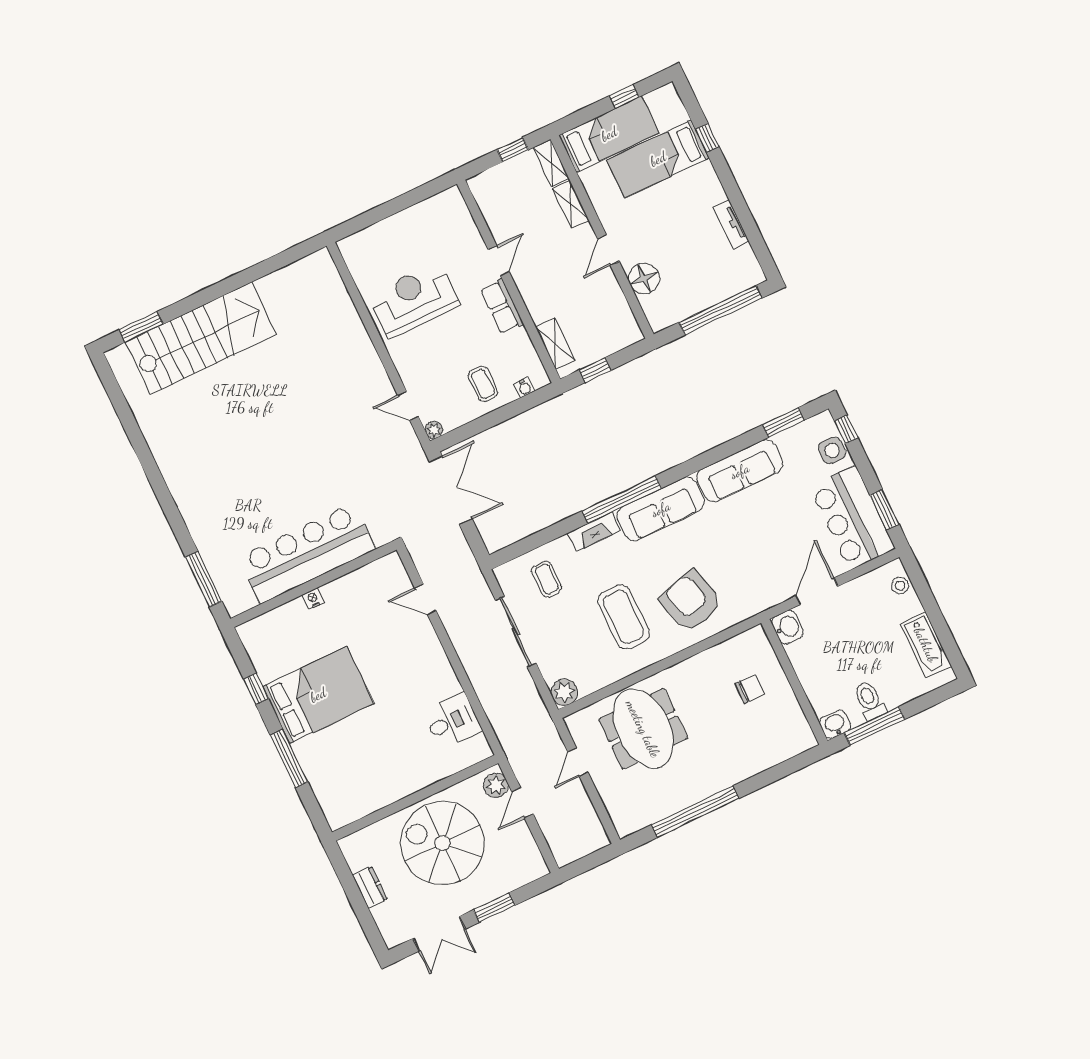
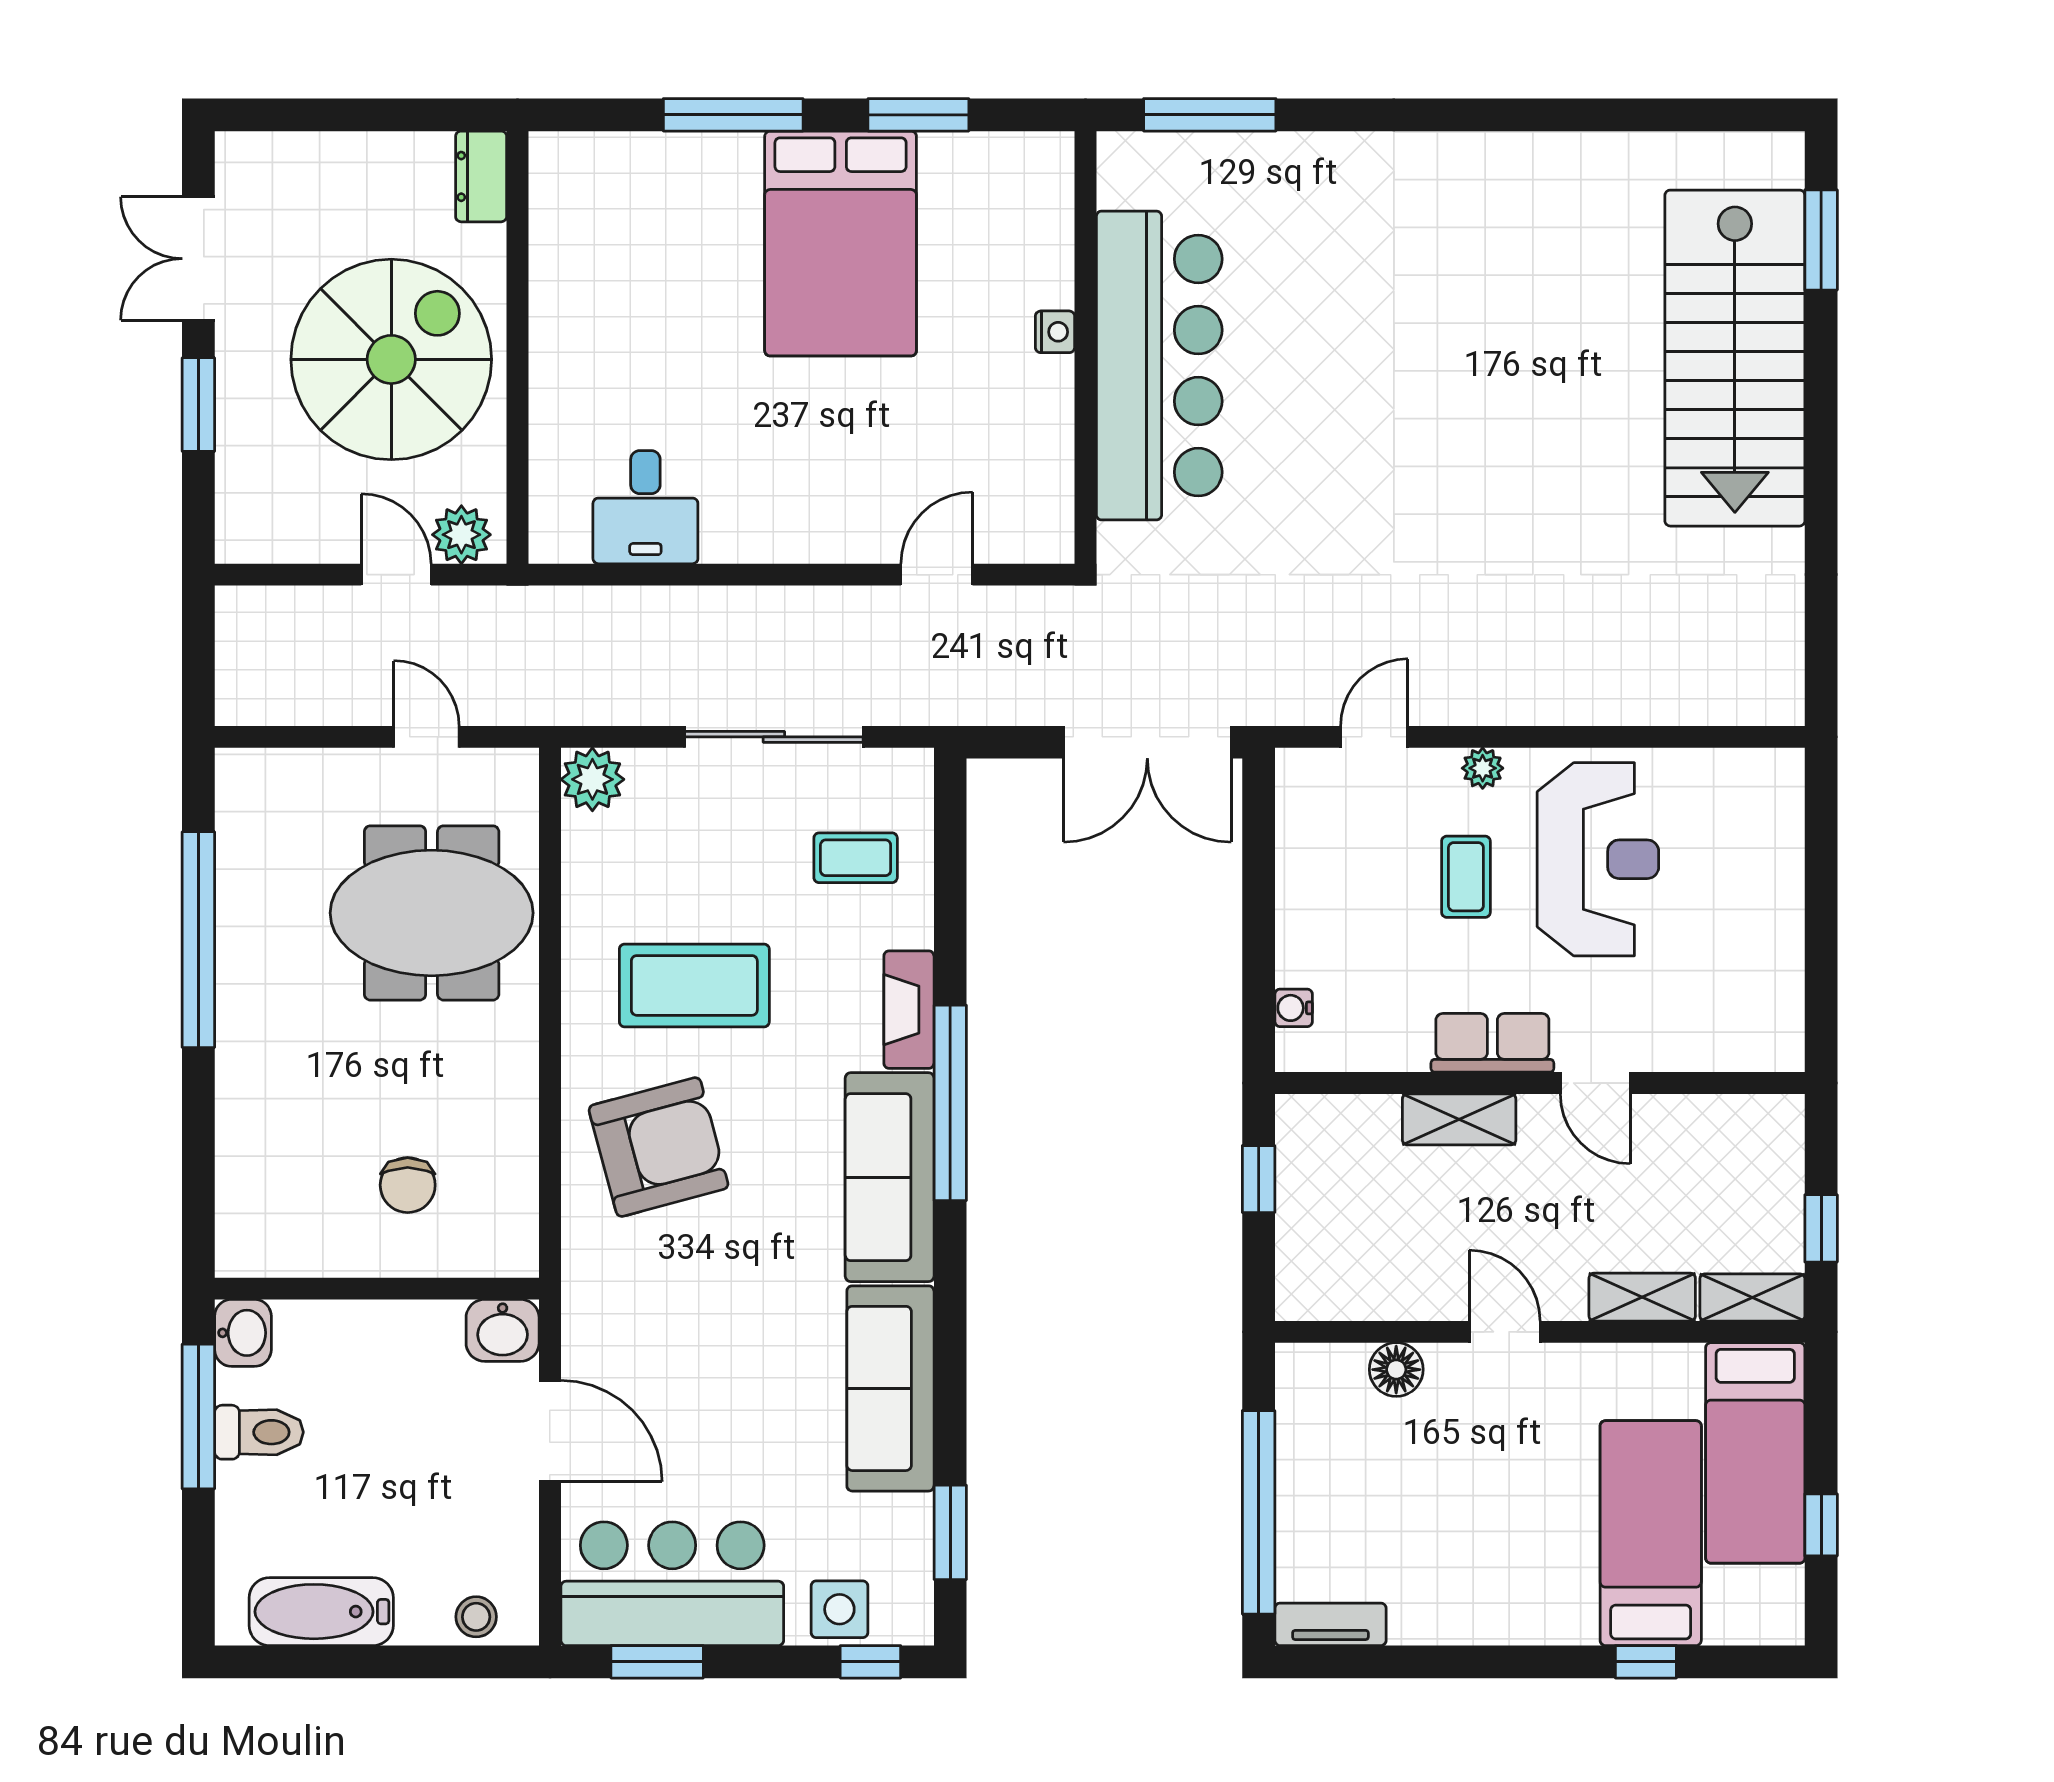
tv unit: (731, 224) -> (1330, 1624), moved
floor lamp: (644, 278) -> (1396, 1370), width x0.73, depth x0.73
shelving: (555, 344) -> (1459, 1119), moved
coffee table: (483, 384) -> (1466, 877), moved, turned 90
plant: (434, 430) -> (1483, 768), moved
window: (256, 689) -> (918, 115), width x1.50
dresser: (370, 887) -> (481, 176), moved, turned 90

